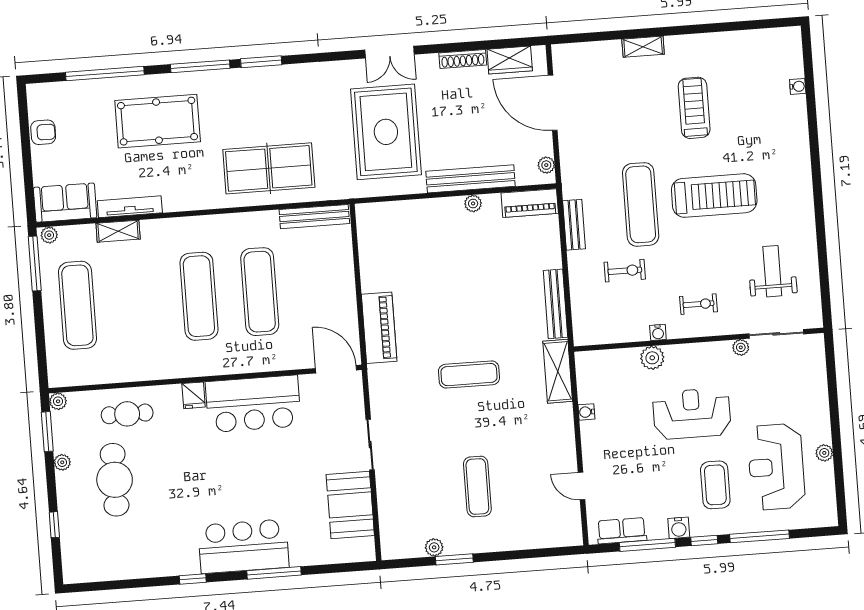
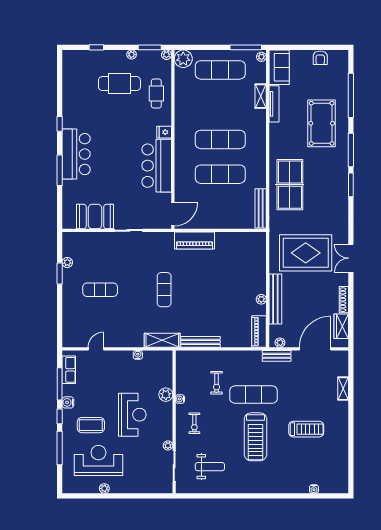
shelving: (643, 47) -> (343, 389), moved
bench: (574, 225) -> (277, 356), moved
plant: (63, 371) -> (183, 59), added

